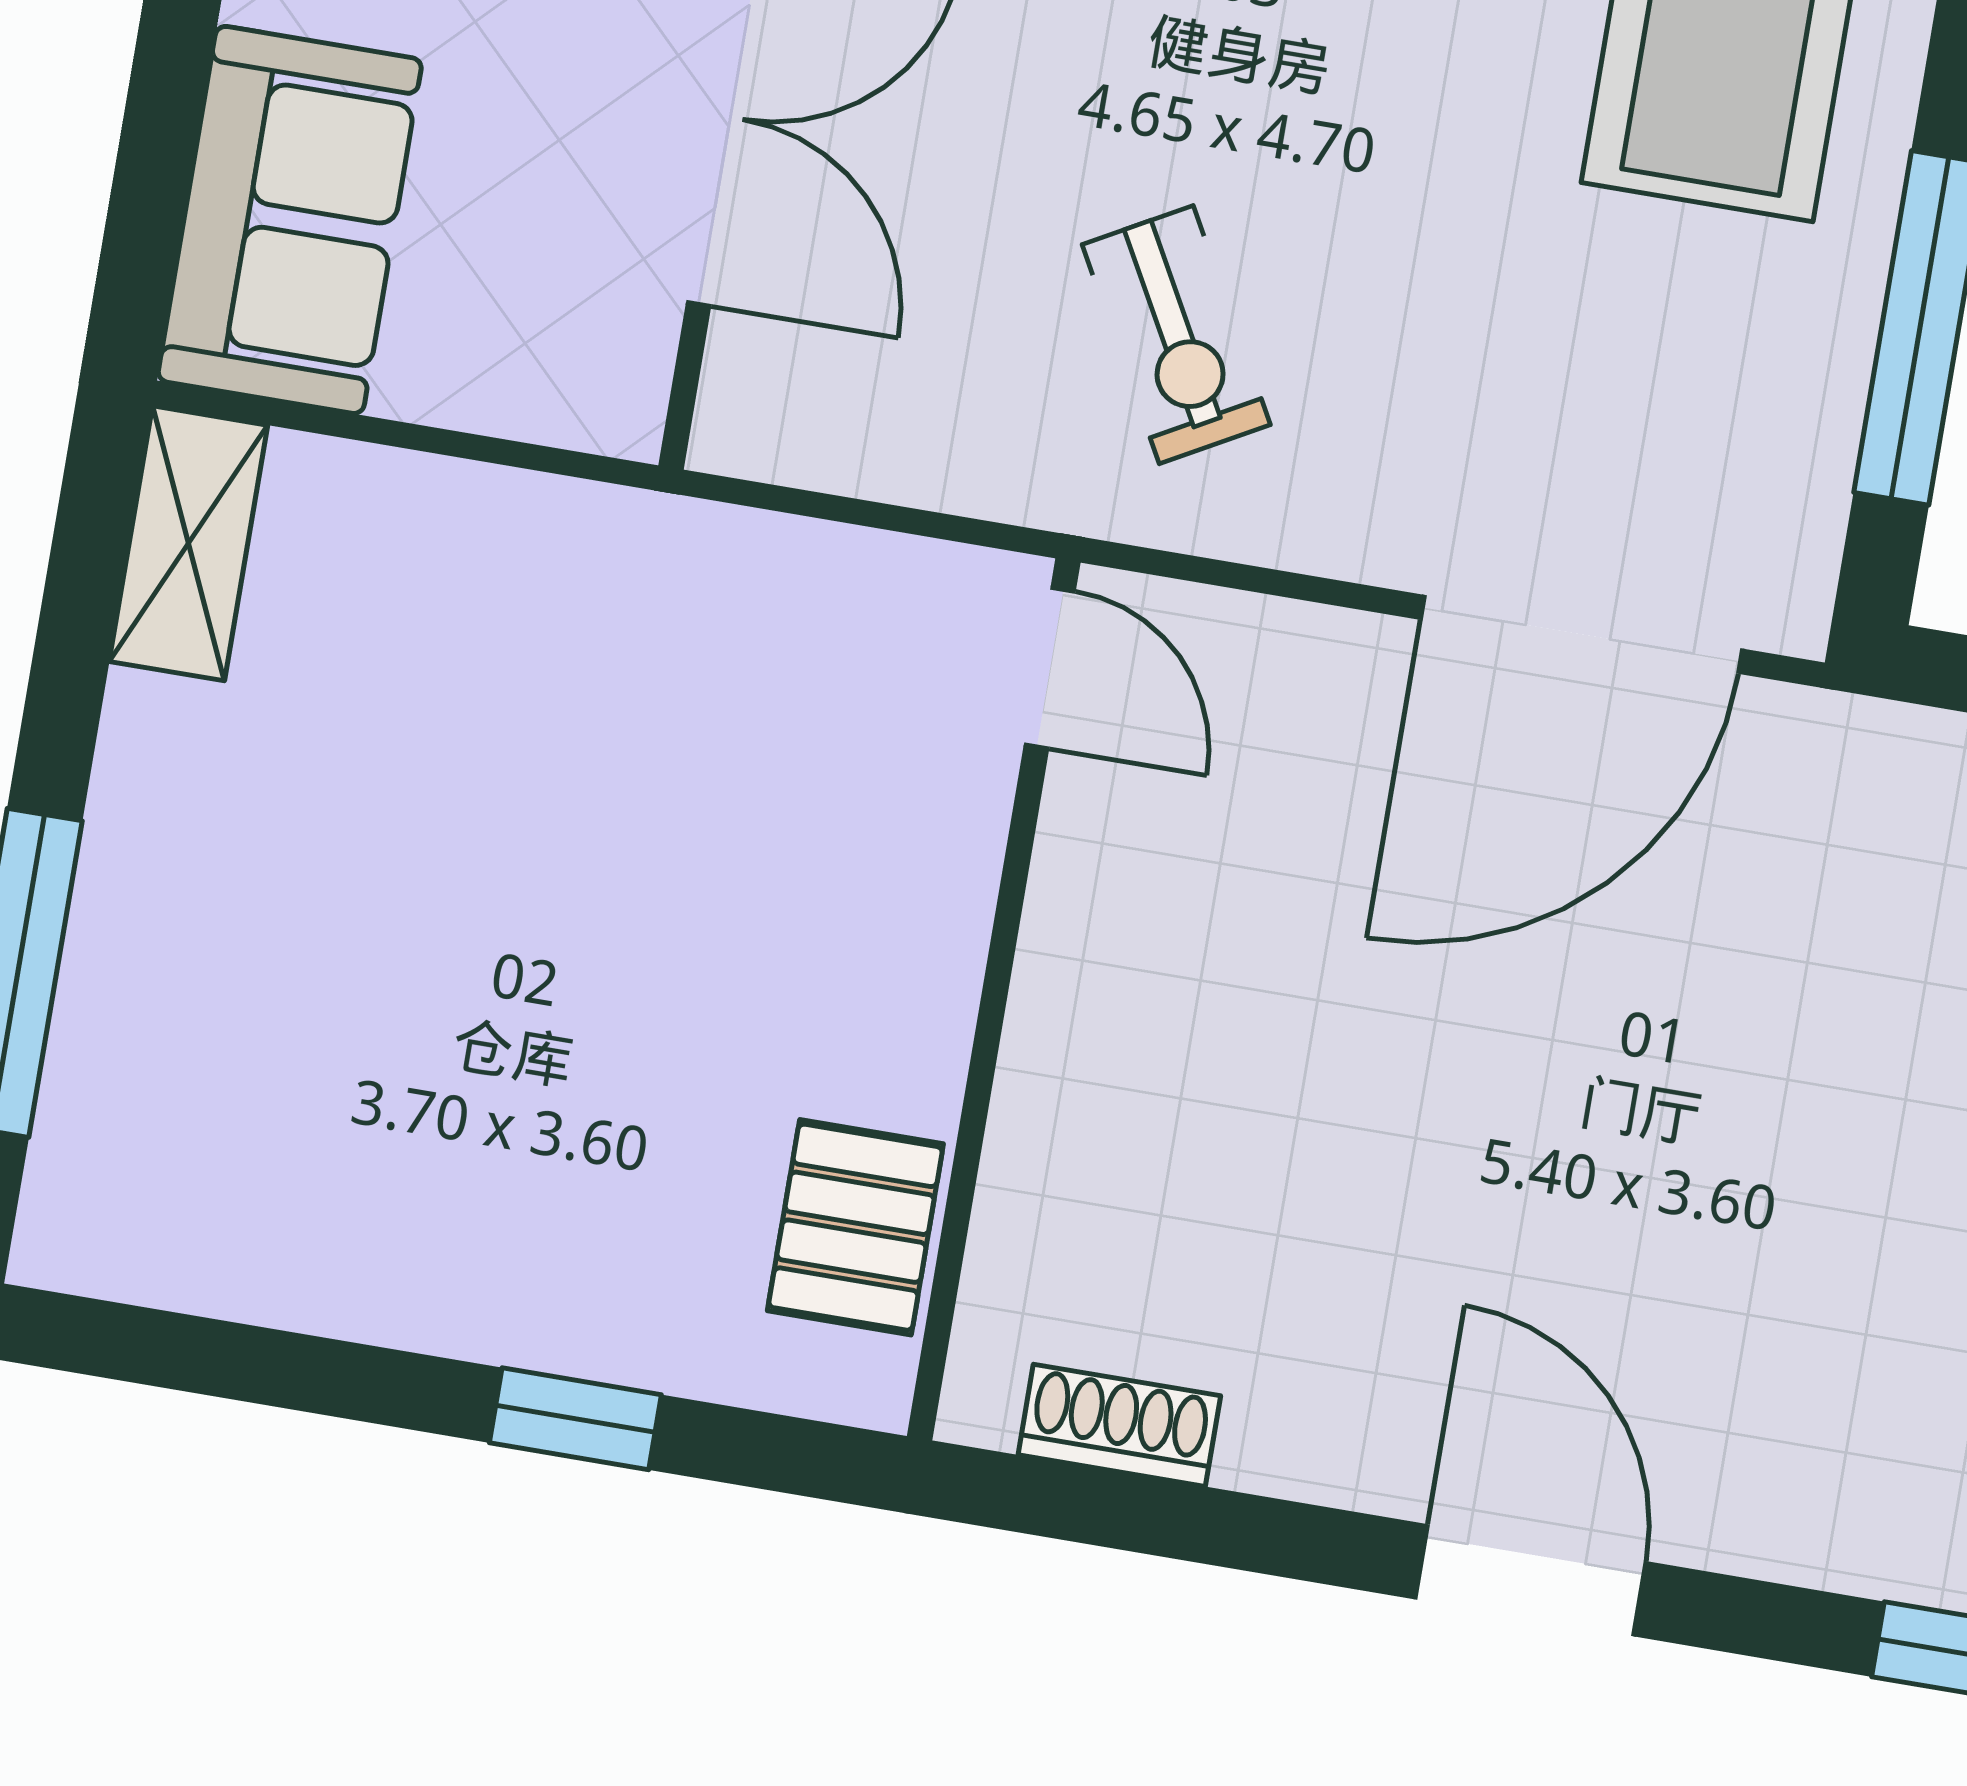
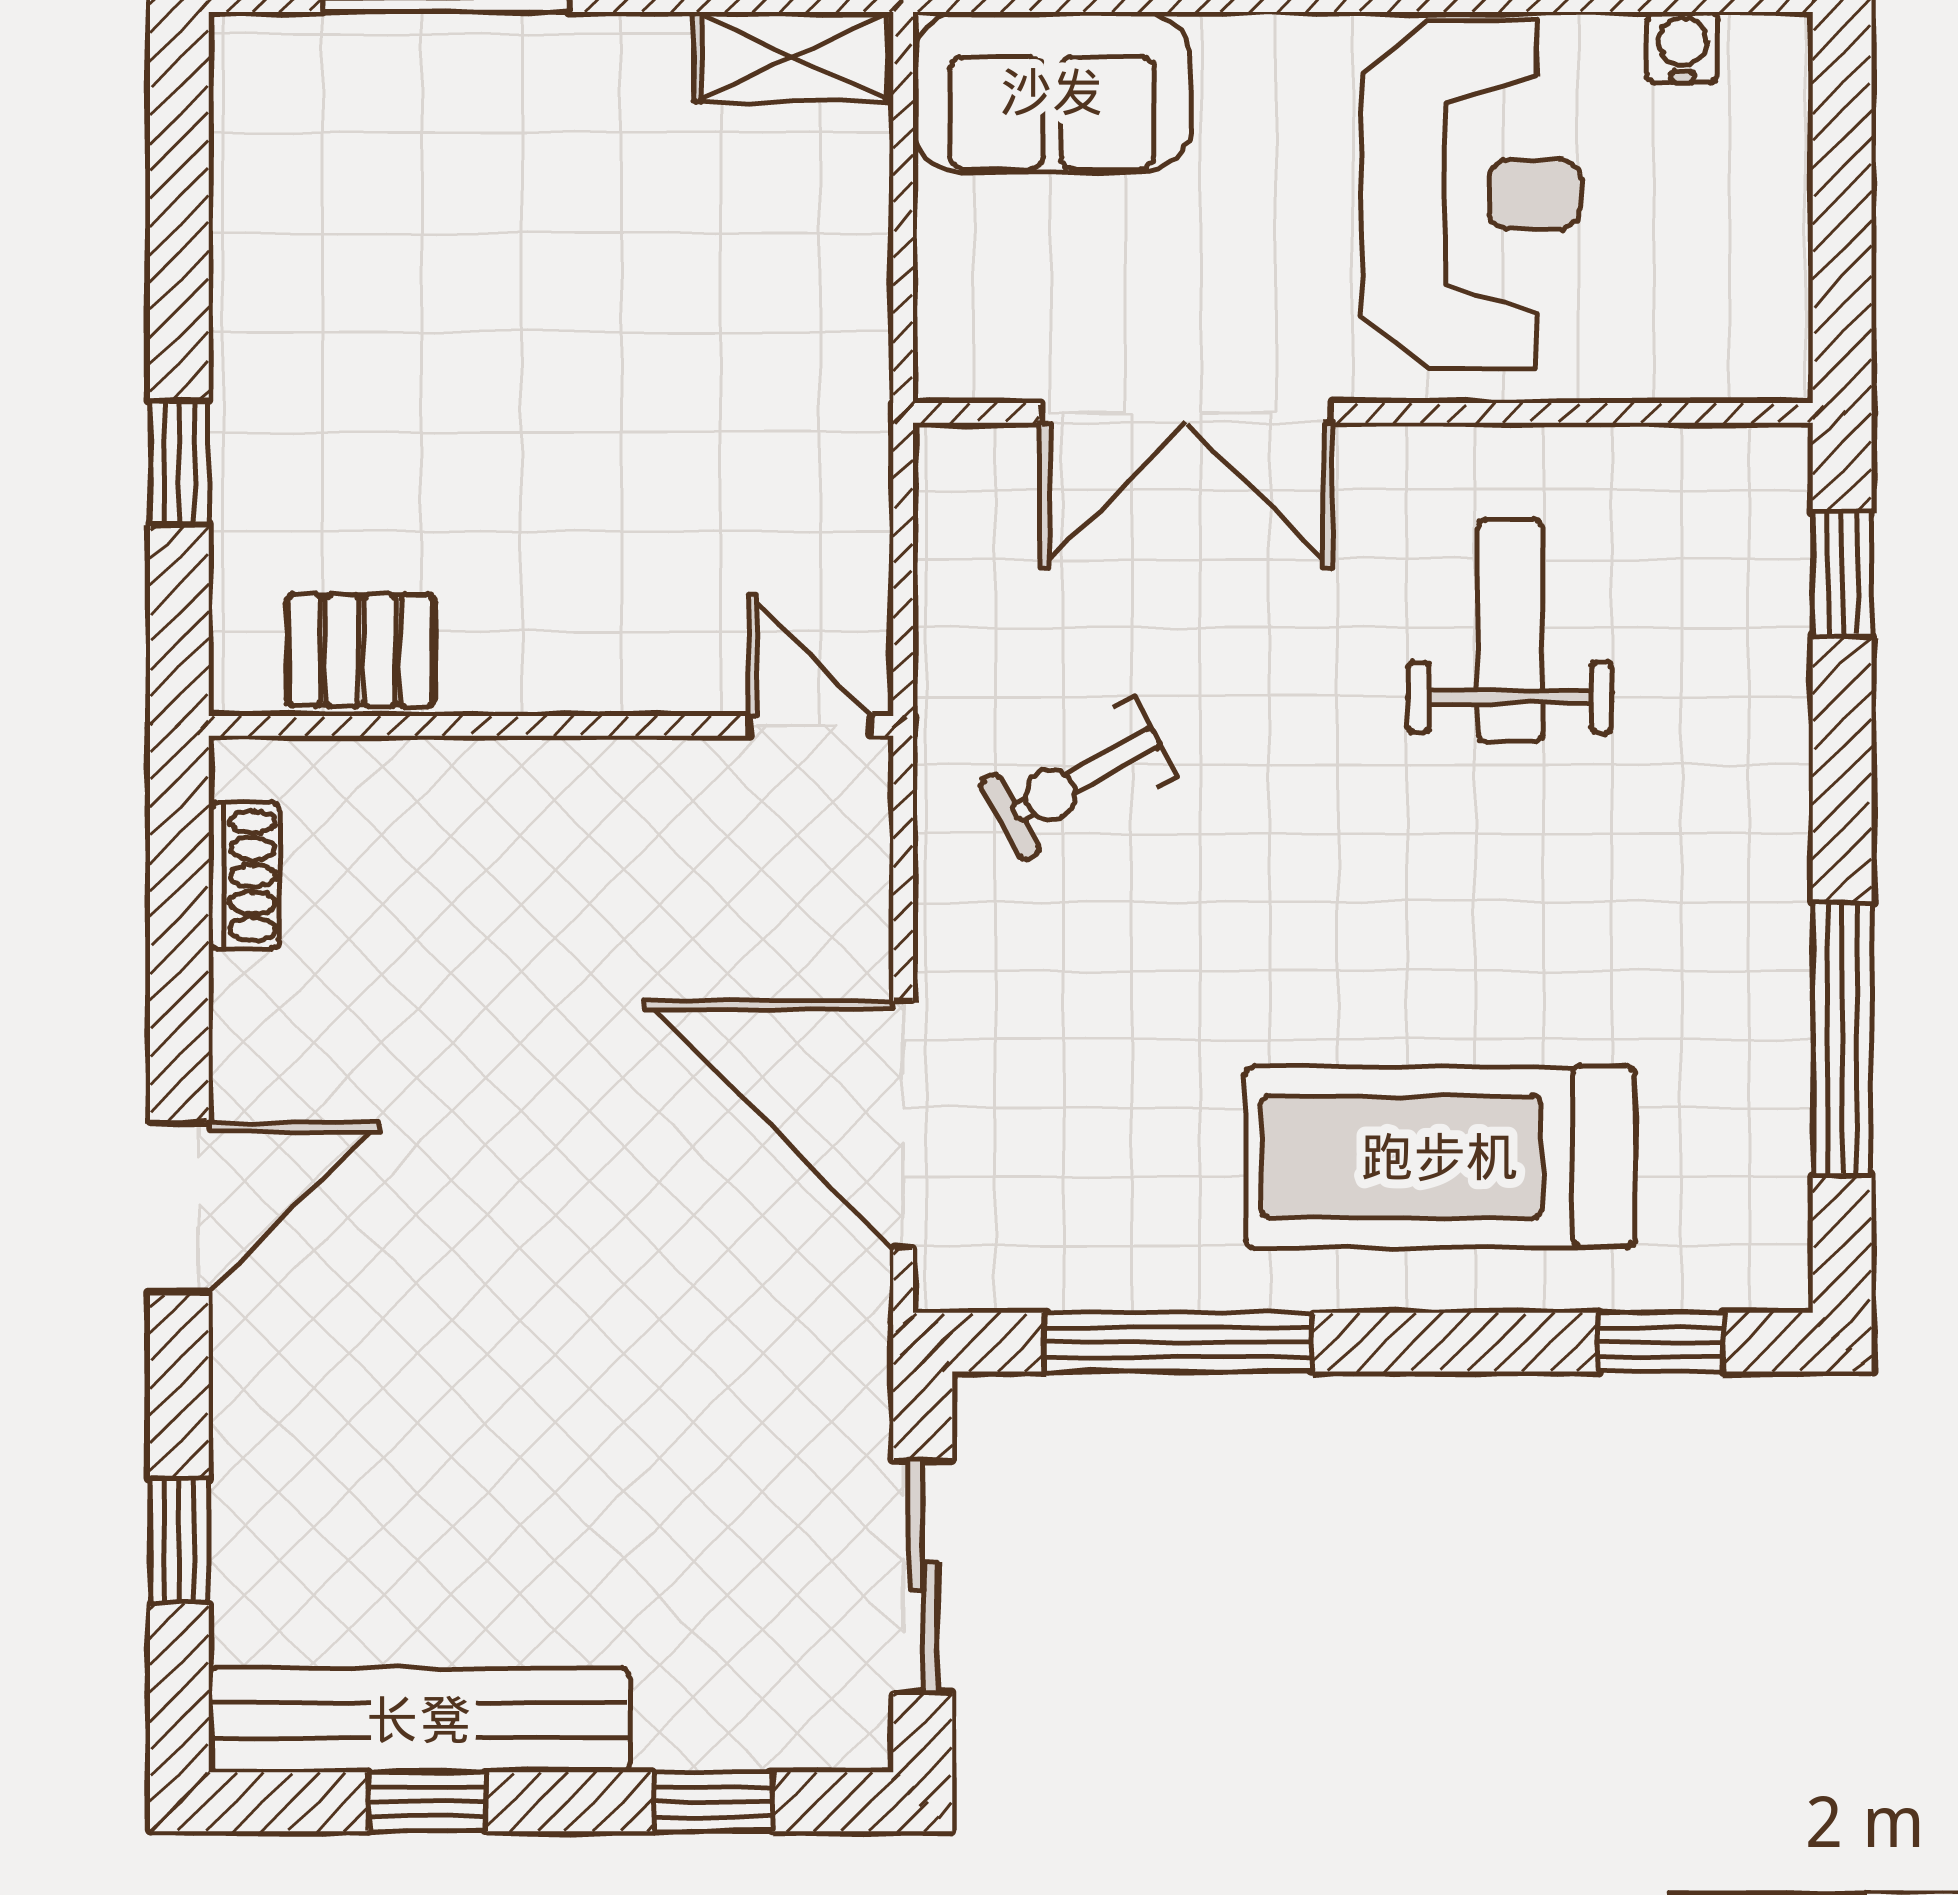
door: (1050, 668) -> (810, 726), swing flipped

